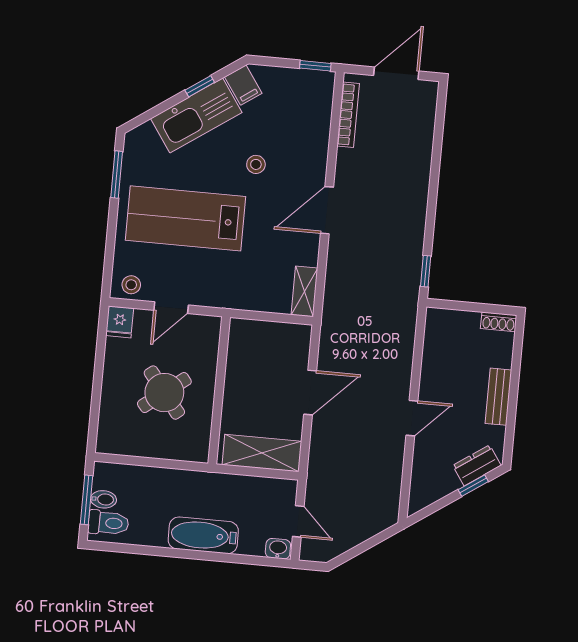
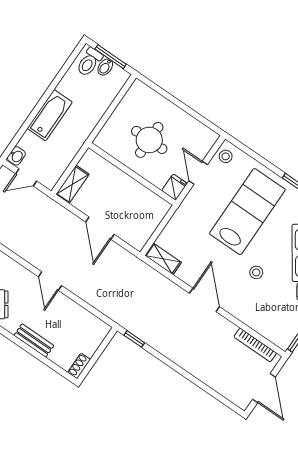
fridge: (120, 322) -> (174, 187), moved, turned 90
round table: (164, 393) -> (149, 140), turned 38
shelving: (262, 453) -> (72, 184), width x0.67, depth x0.75

